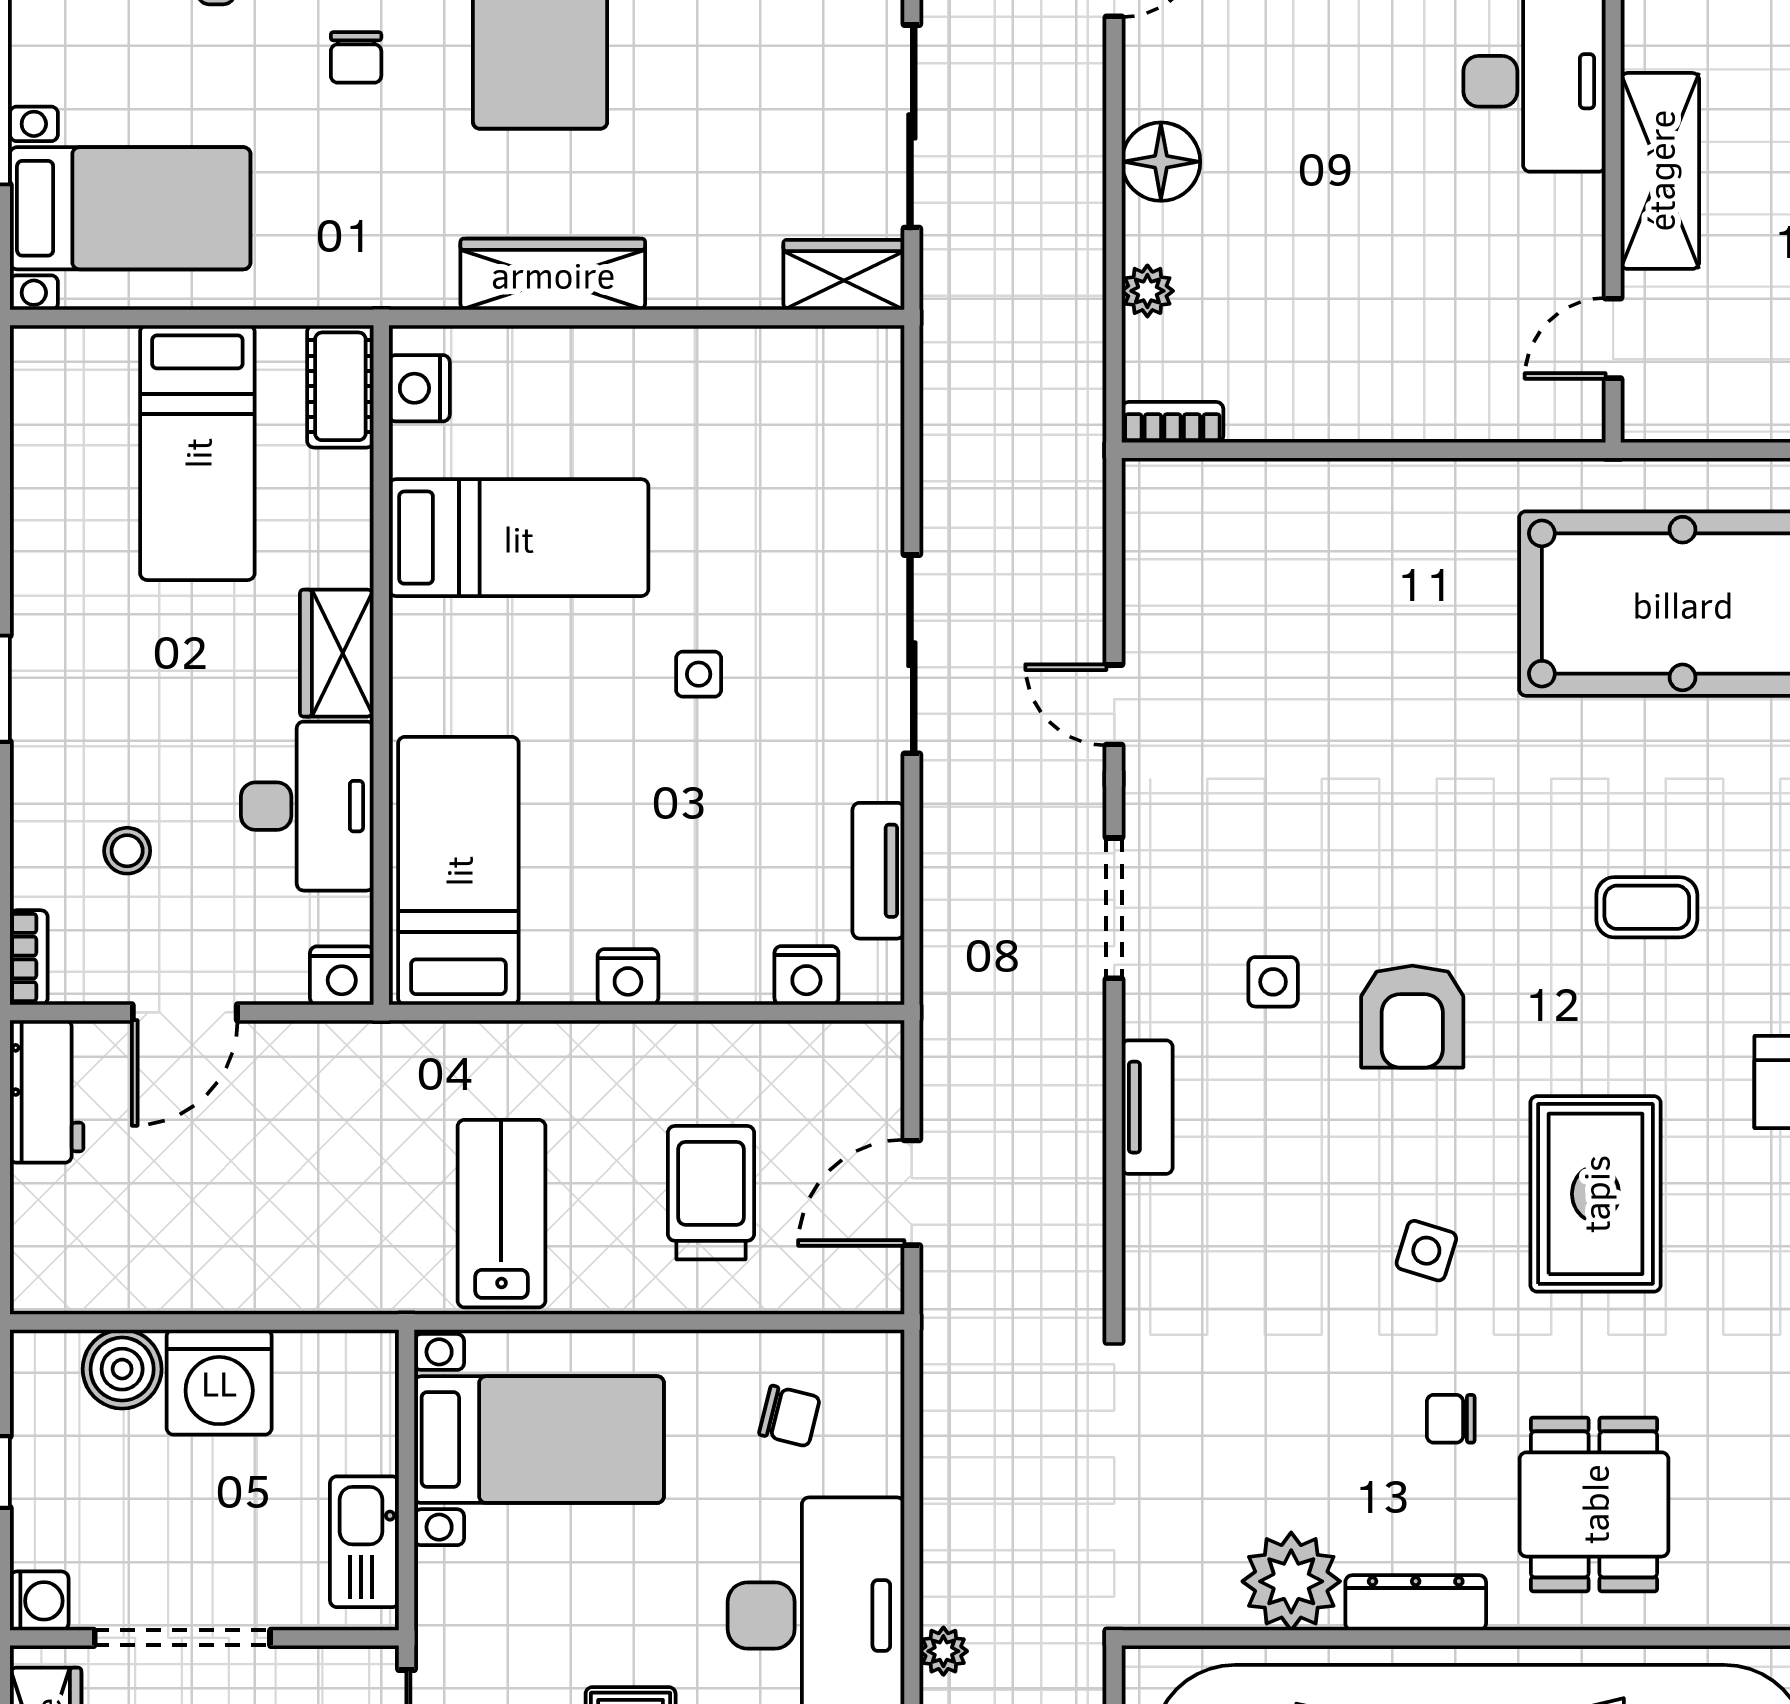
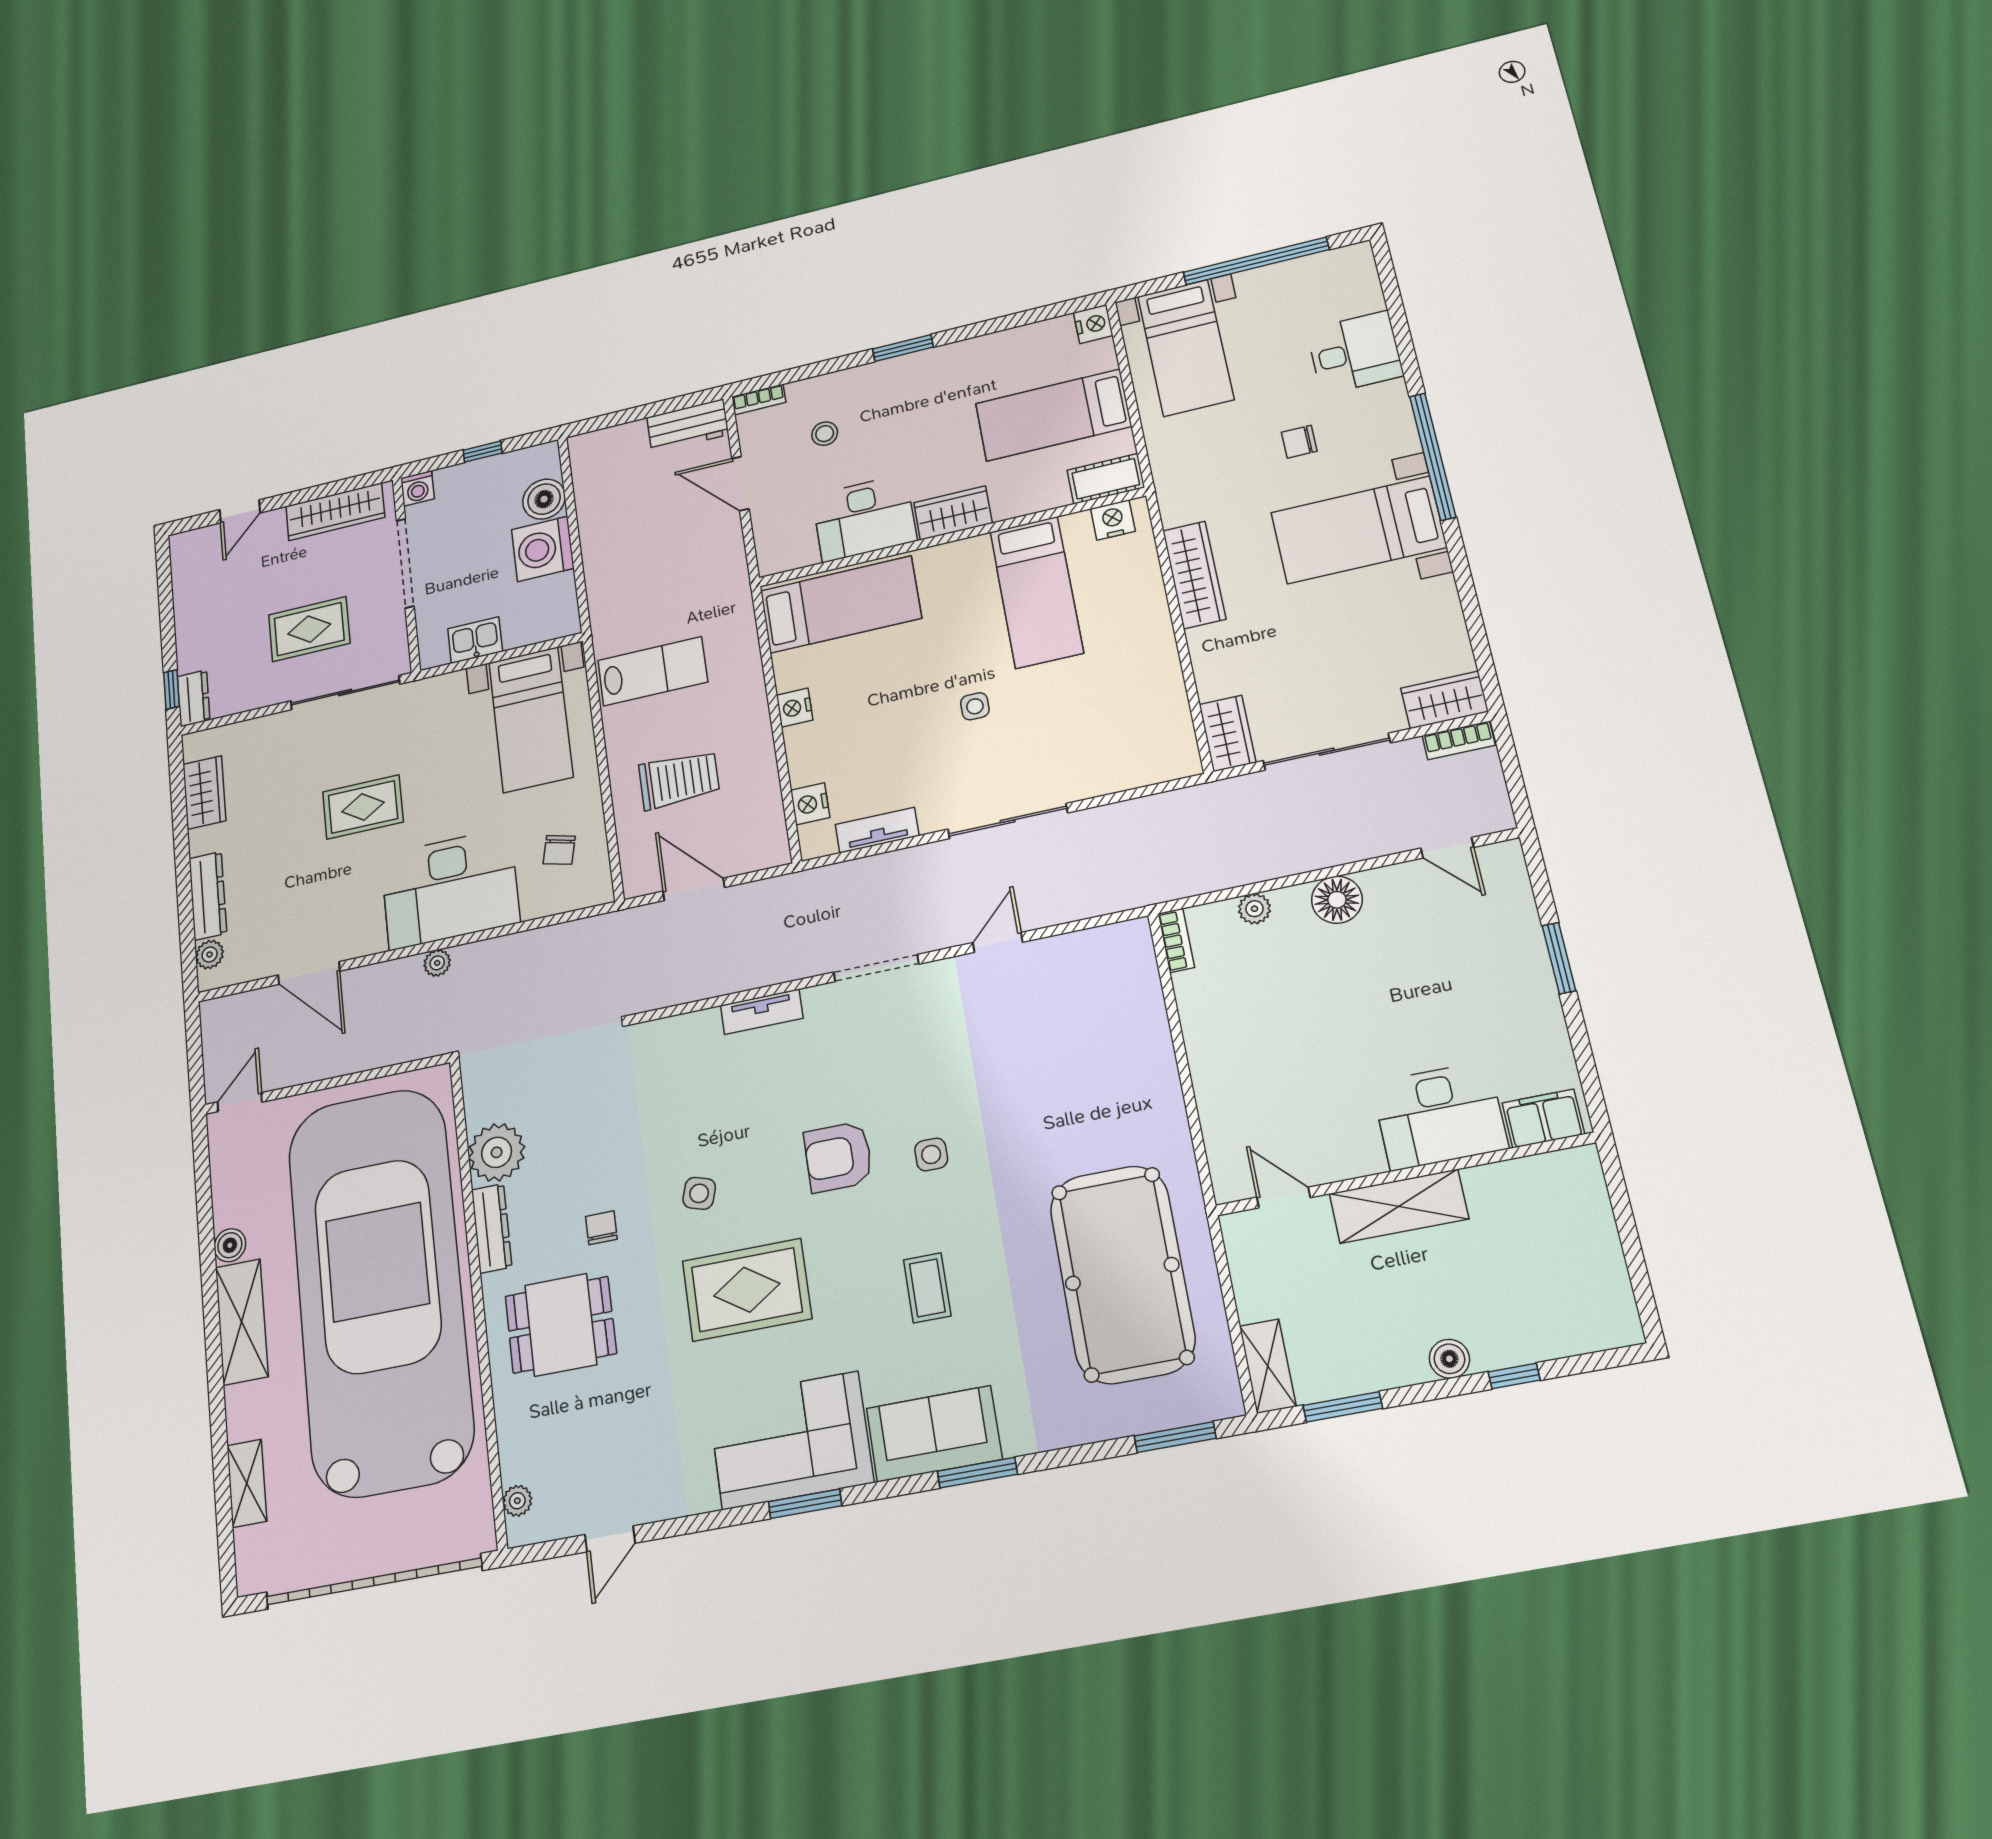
nightstand: (342, 976) -> (1093, 324), moved, turned 180
side table: (1273, 982) -> (931, 1154), moved
kitchen sink: (364, 1542) -> (475, 640), width x0.73

